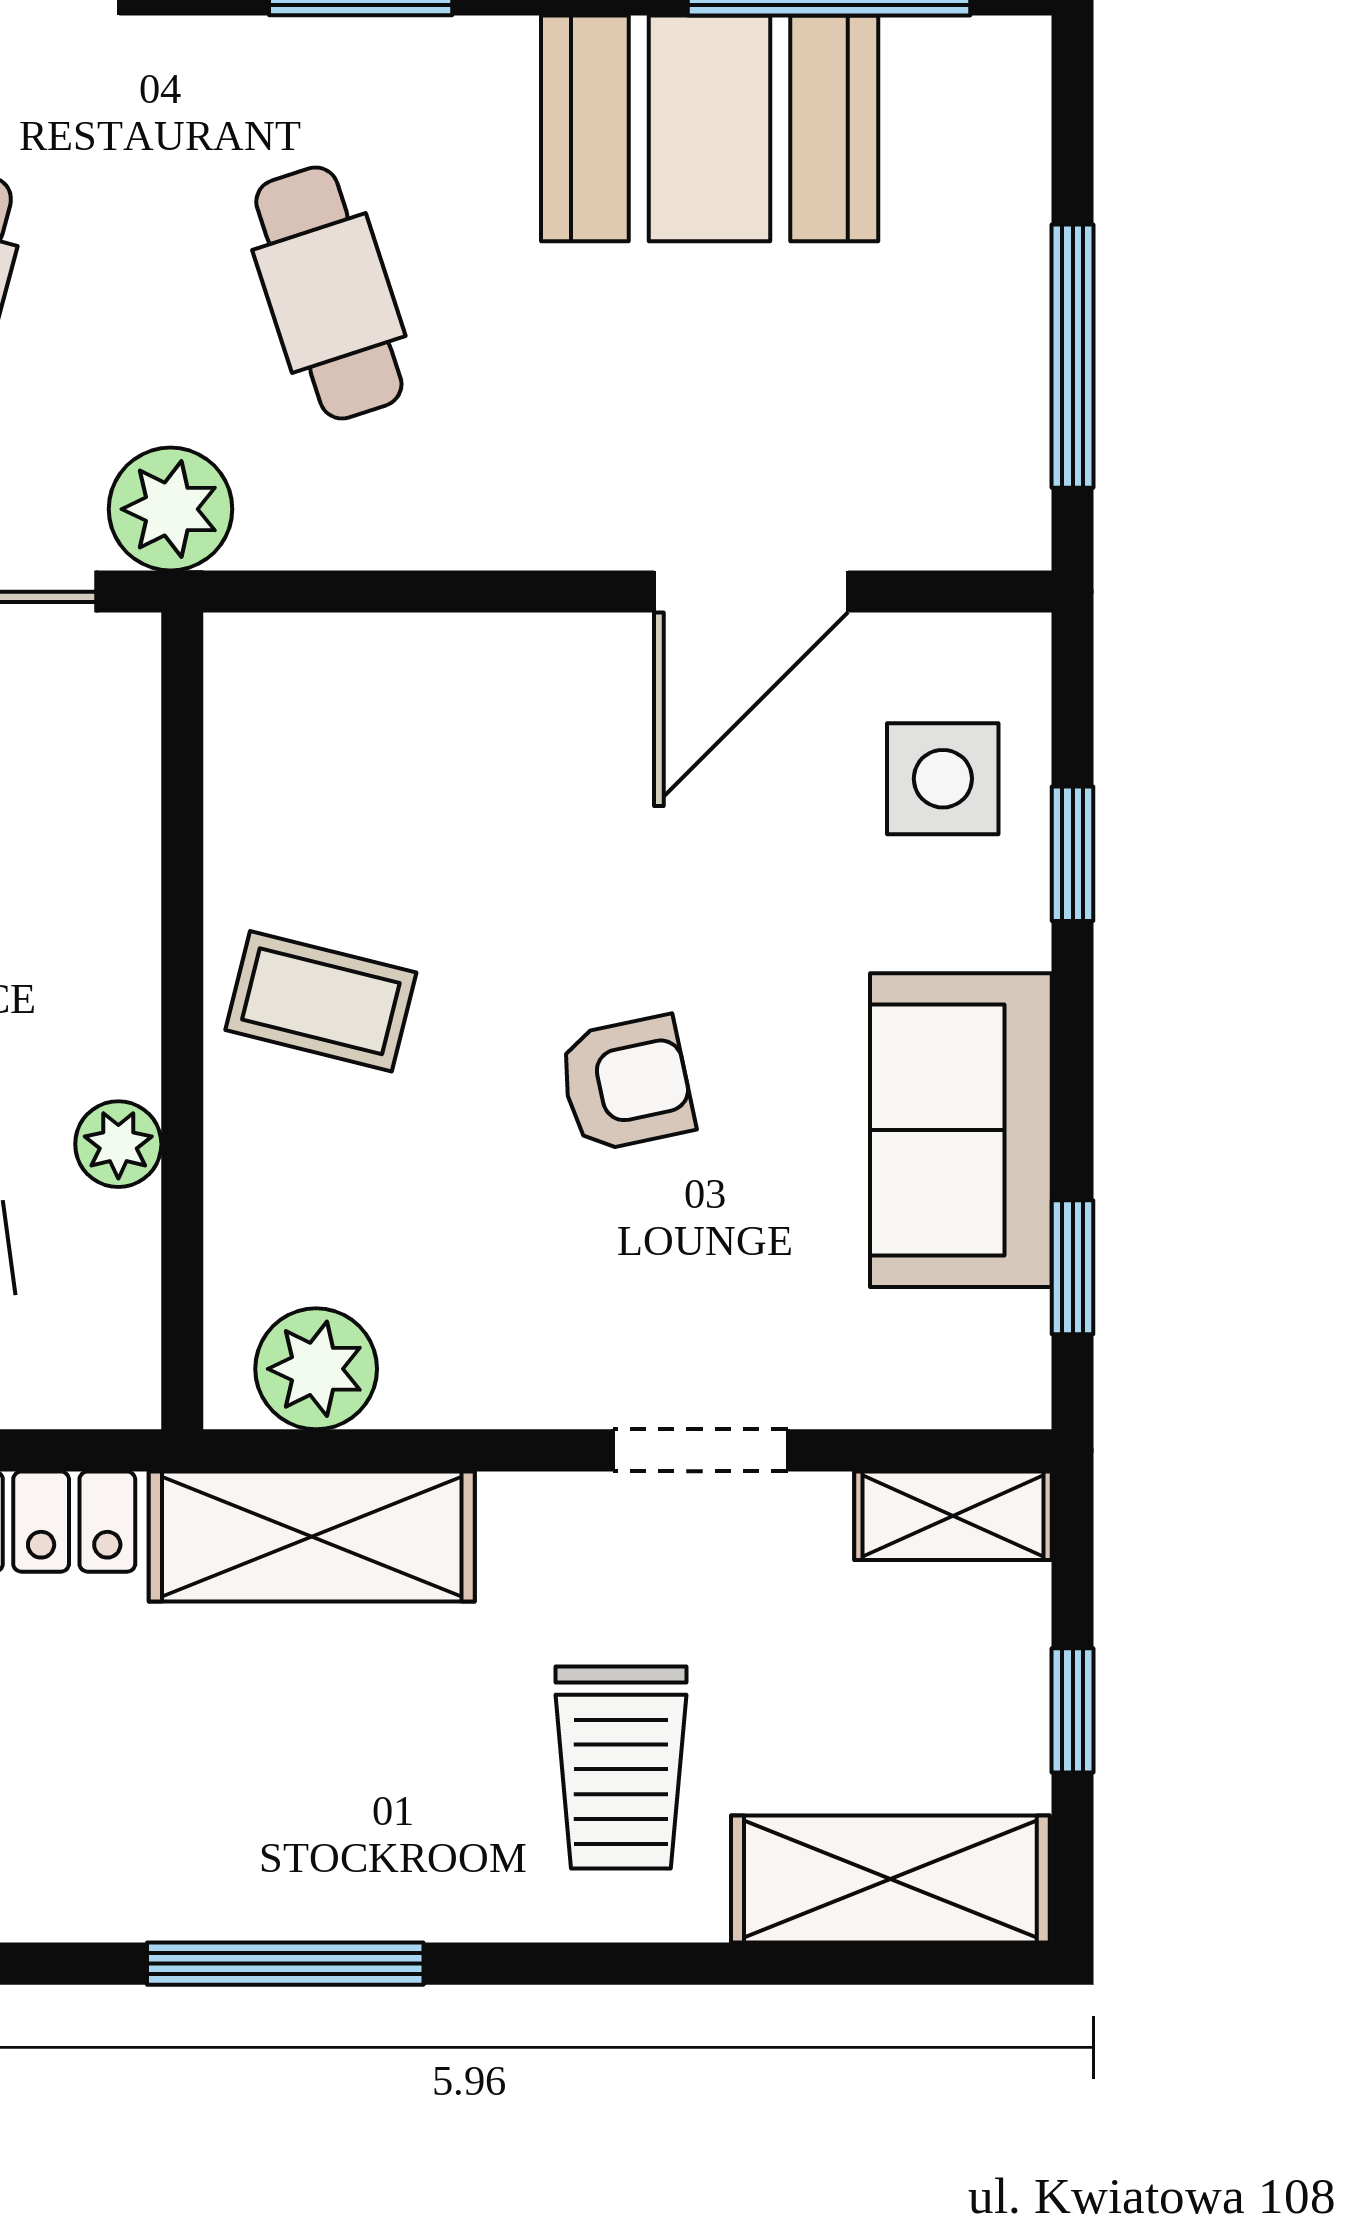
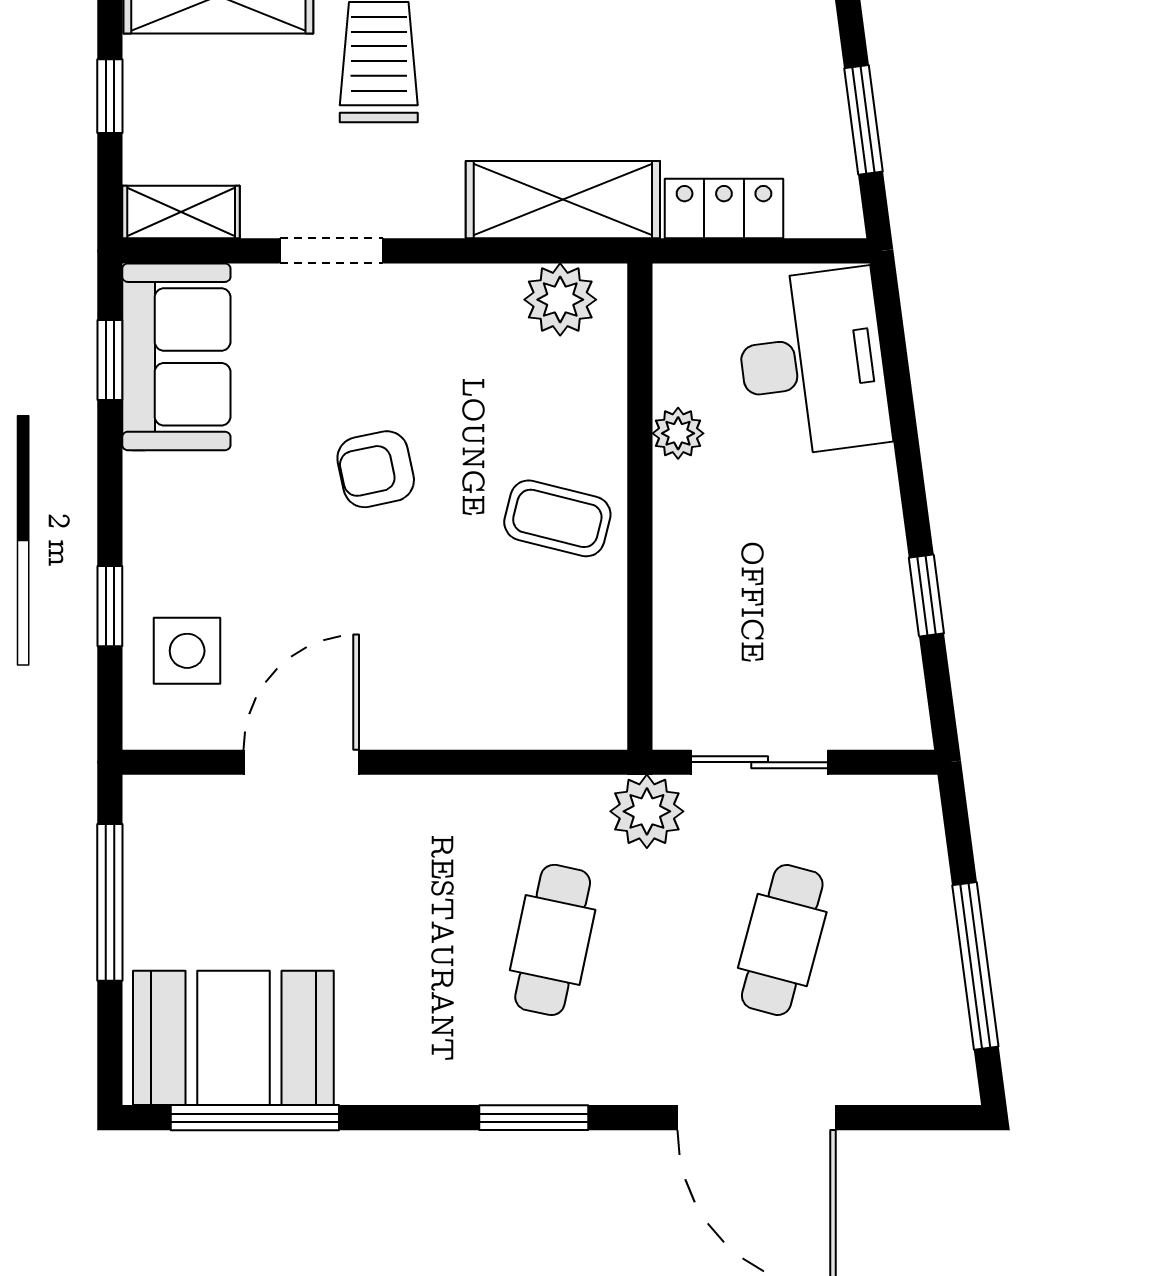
booth: (710, 128) -> (233, 1038), moved
cafe table: (329, 293) -> (553, 940), turned 30
sofa: (961, 1130) -> (176, 357), moved

